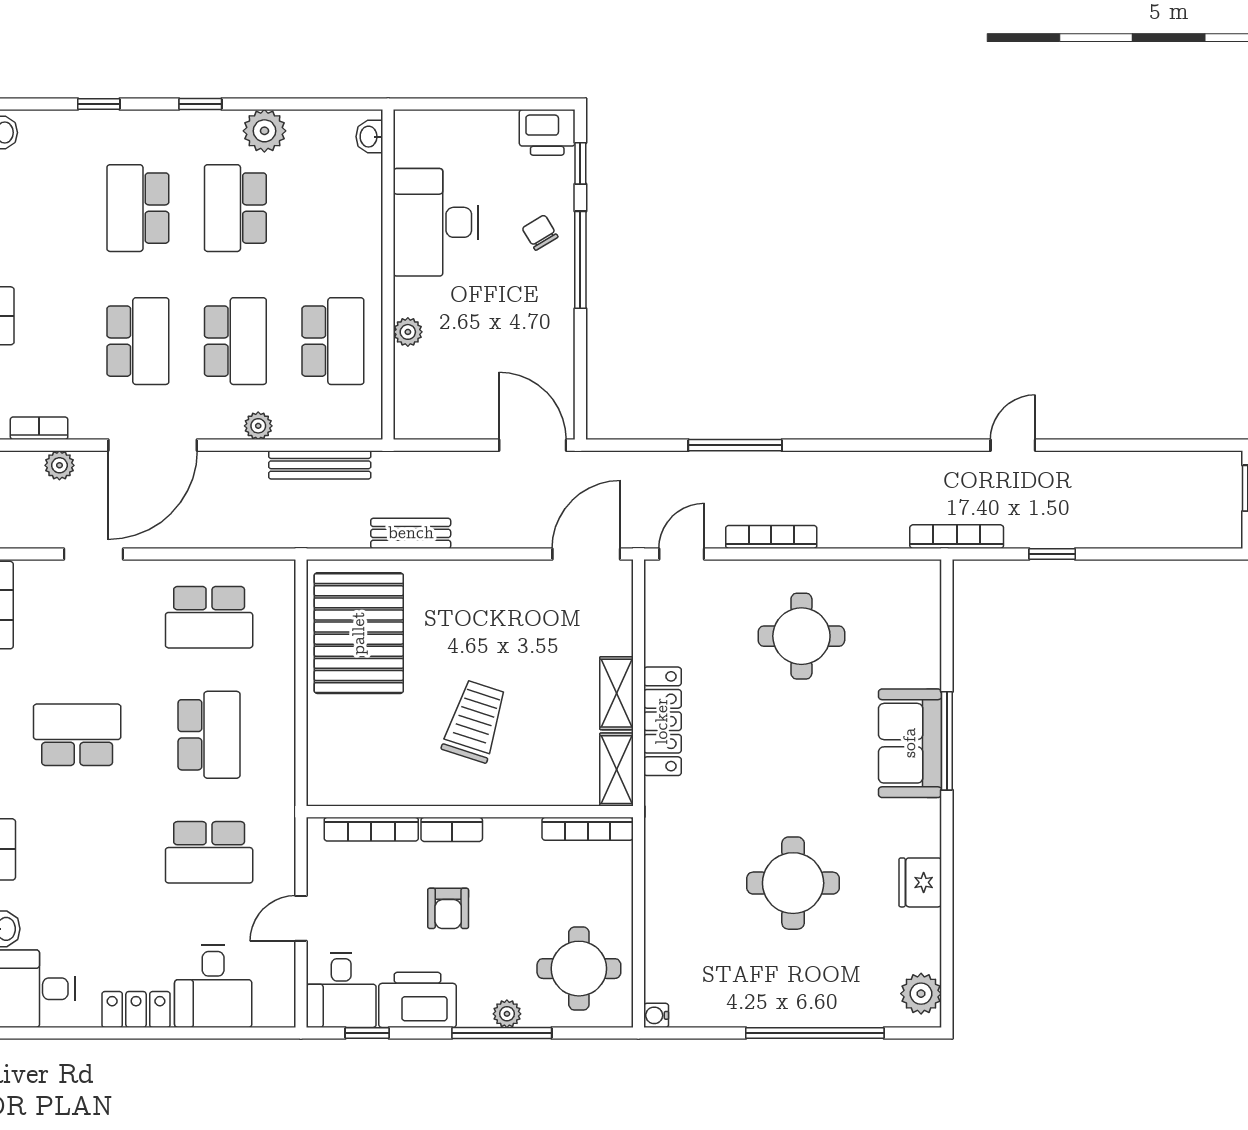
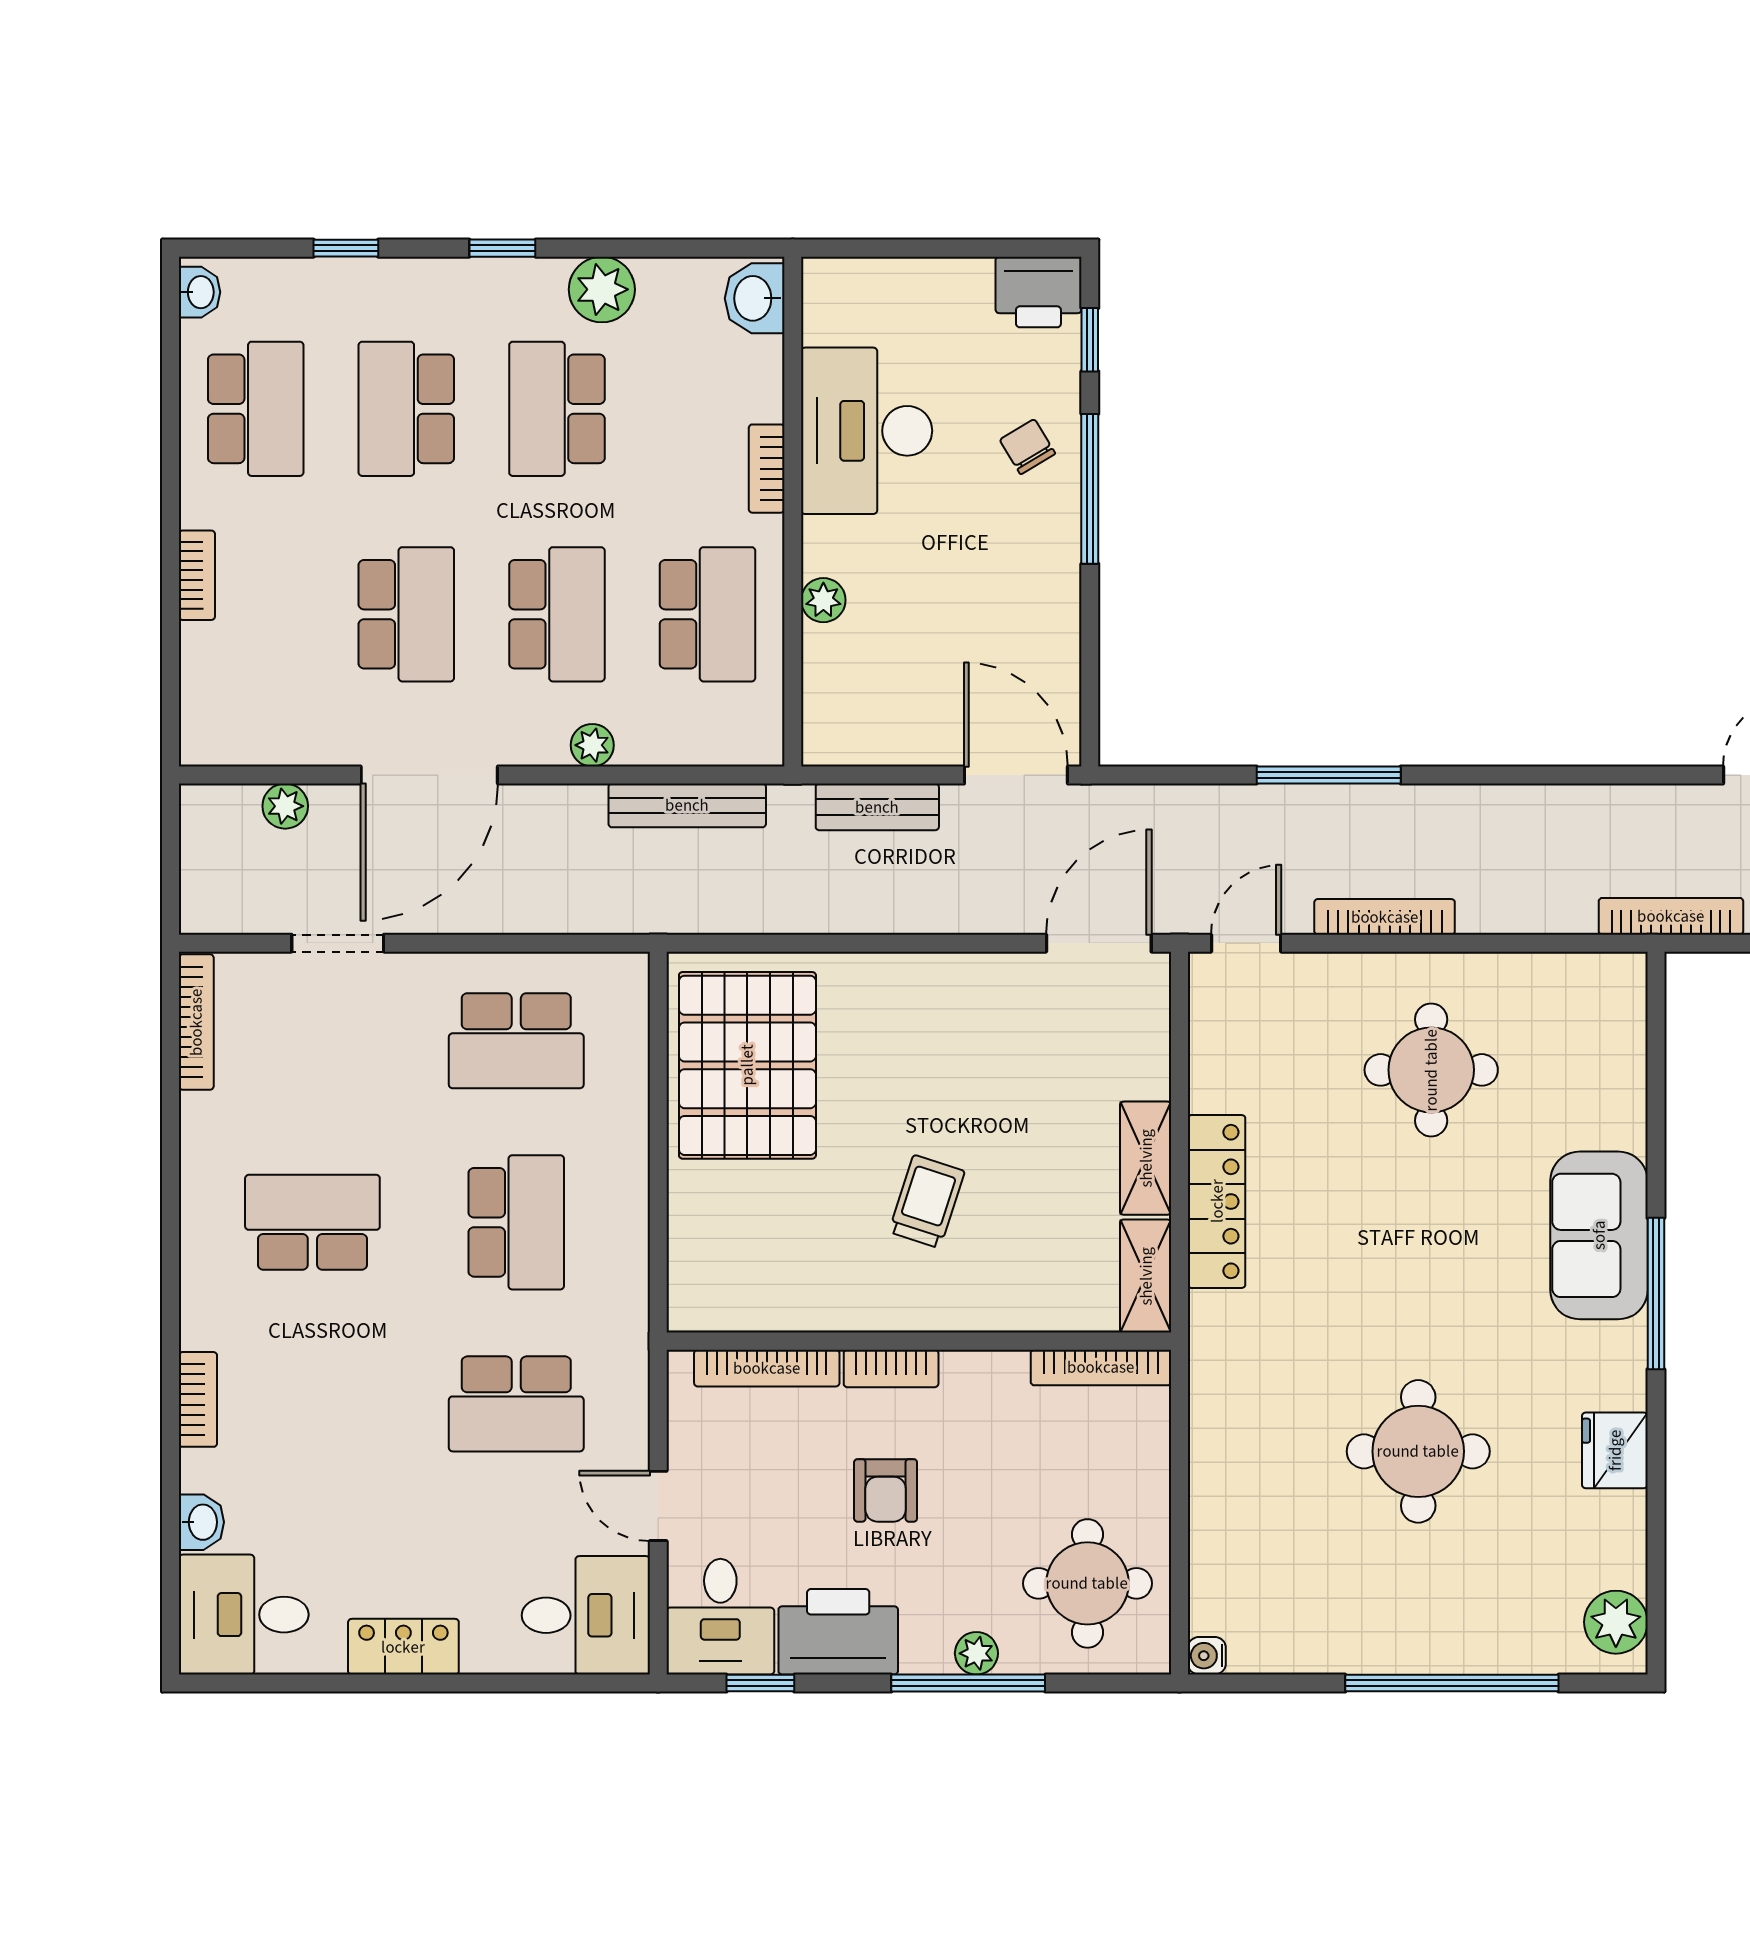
washbasin: (369, 137) -> (755, 298), width x1.38, depth x1.45
school desk: (40, 208) -> (256, 409), added
bookcase: (39, 428) -> (767, 469), moved, turned -90
bench: (411, 533) -> (877, 807), moved
trolley: (475, 721) -> (927, 1201), width x0.73, depth x0.72
window: (947, 741) -> (1656, 1294), moved
door: (301, 918) -> (658, 1506), hinge flipped
desk: (213, 986) -> (586, 1615), moved, turned -90

